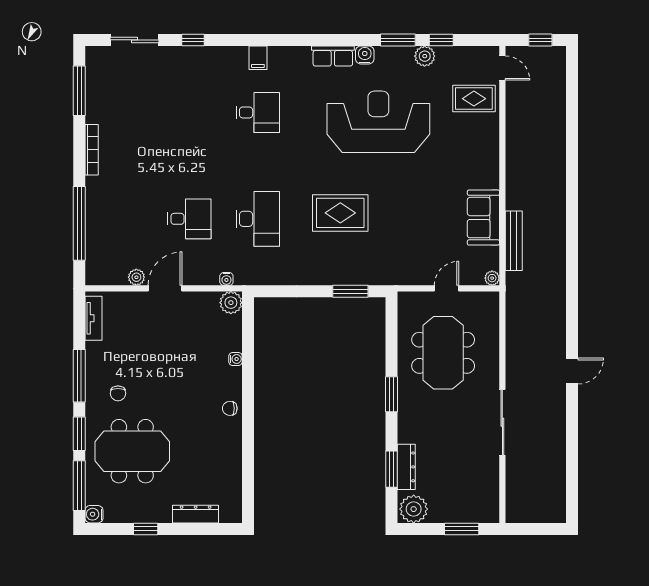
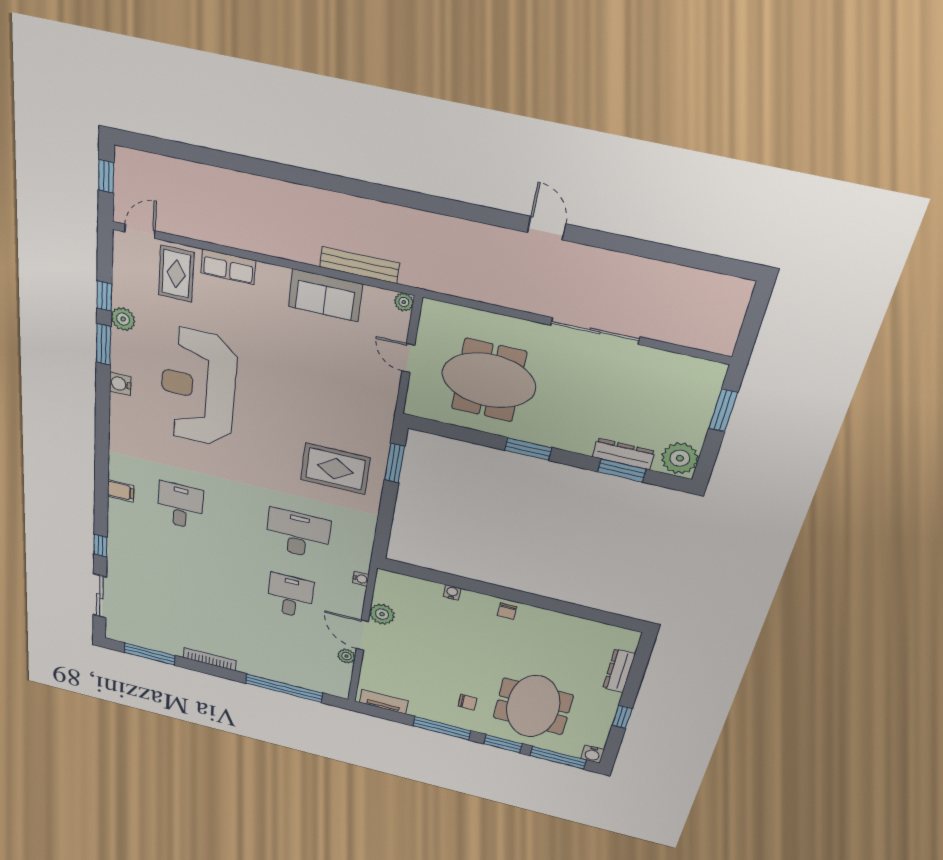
row of seats: (333, 56) -> (228, 267), moved, turned 90
rug: (340, 213) -> (335, 469), moved, turned 90
plant: (231, 303) -> (382, 614), moved

